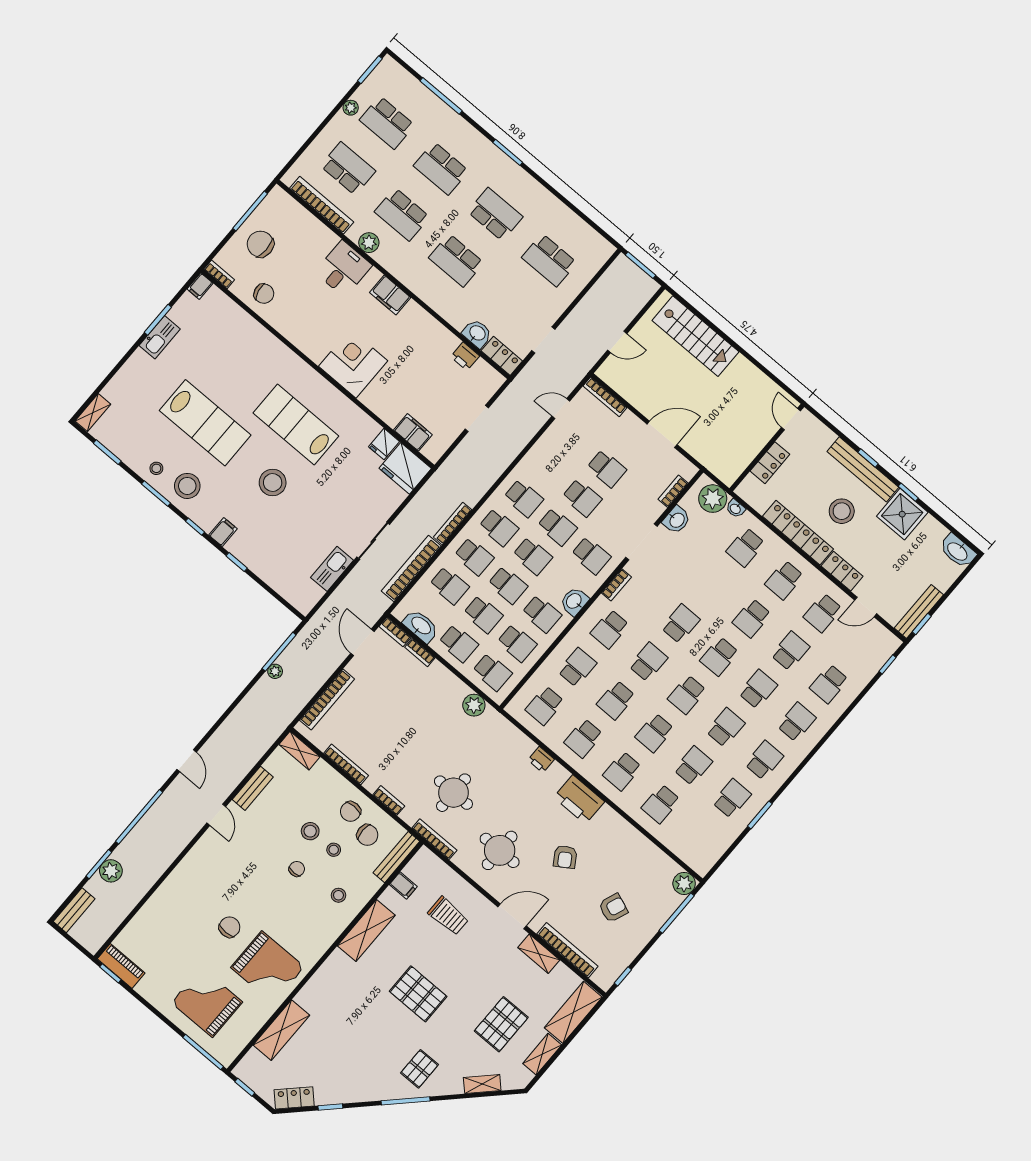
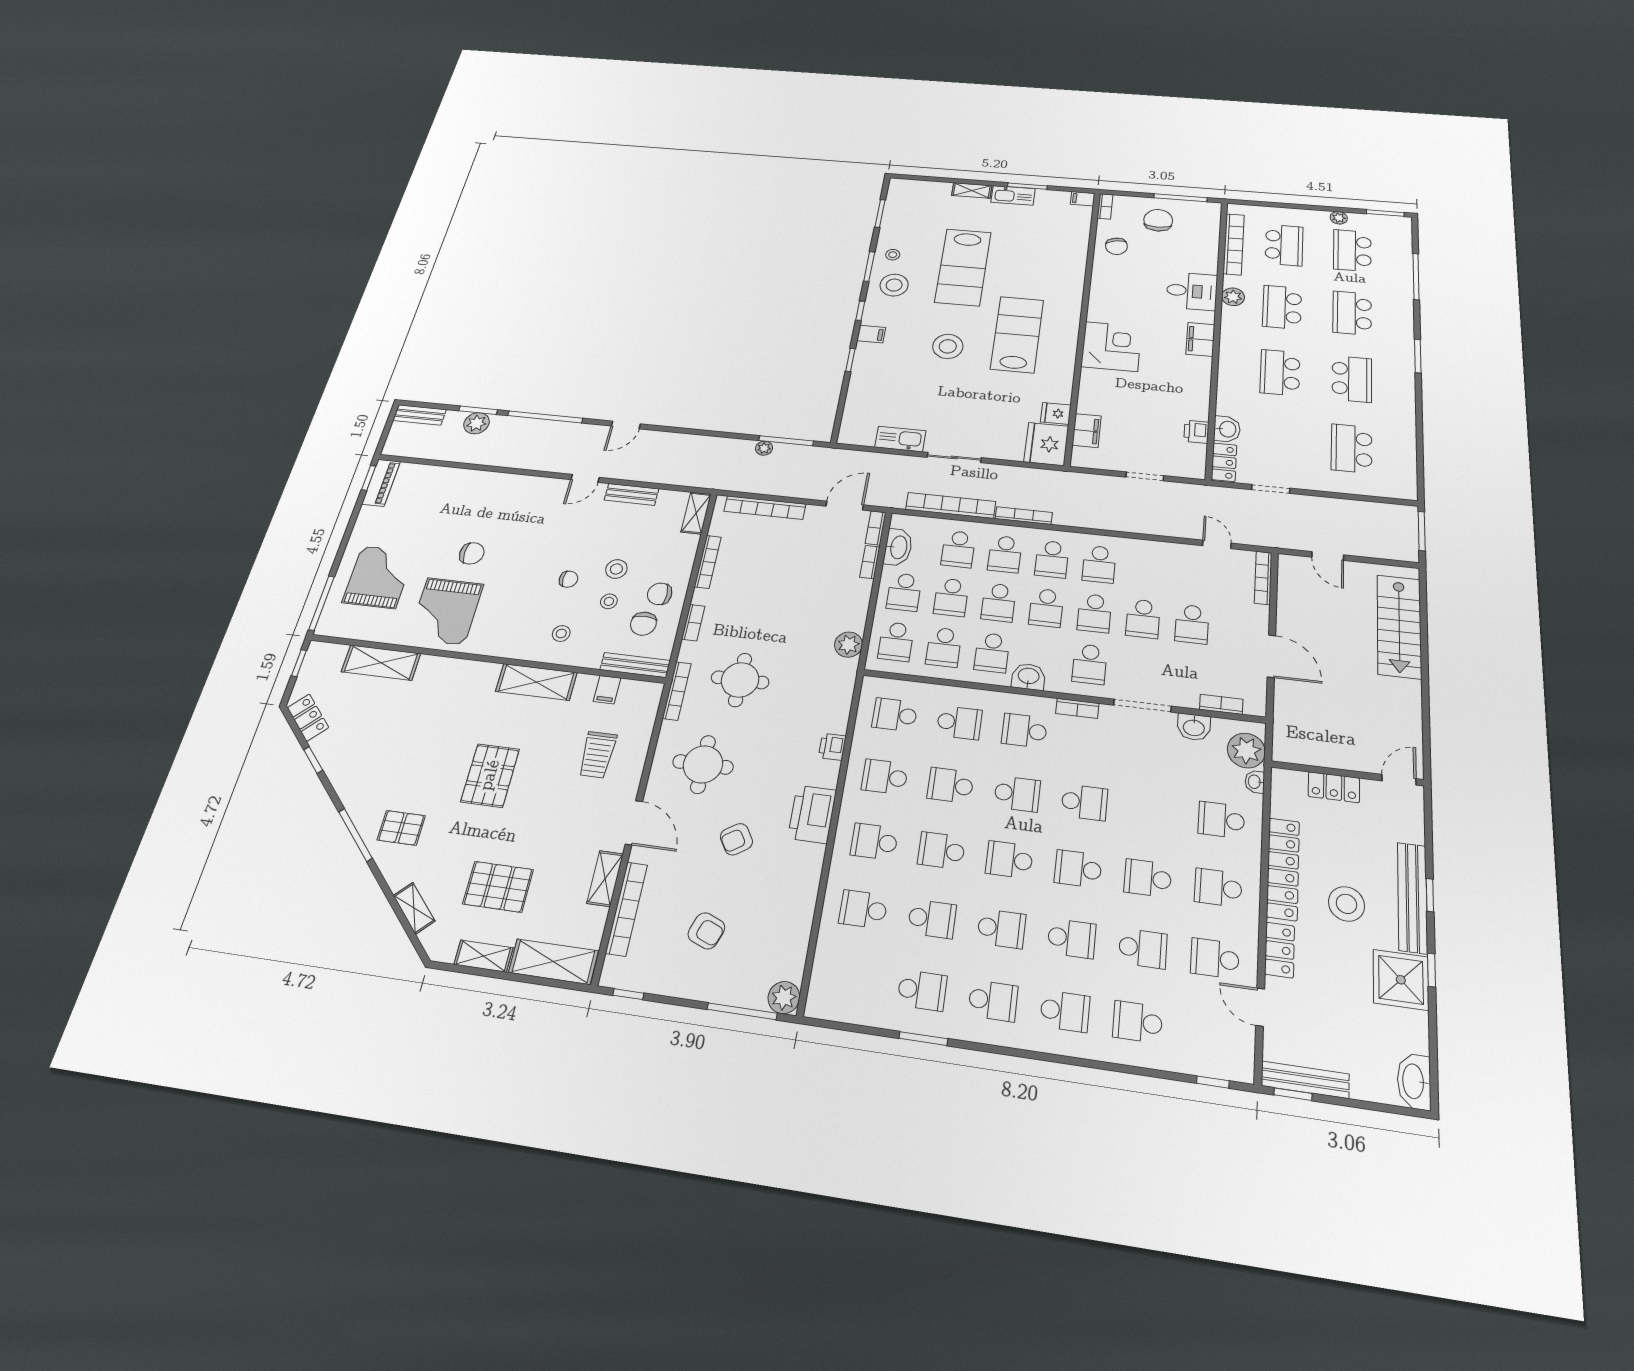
shelving: (93, 413) -> (972, 190), moved

